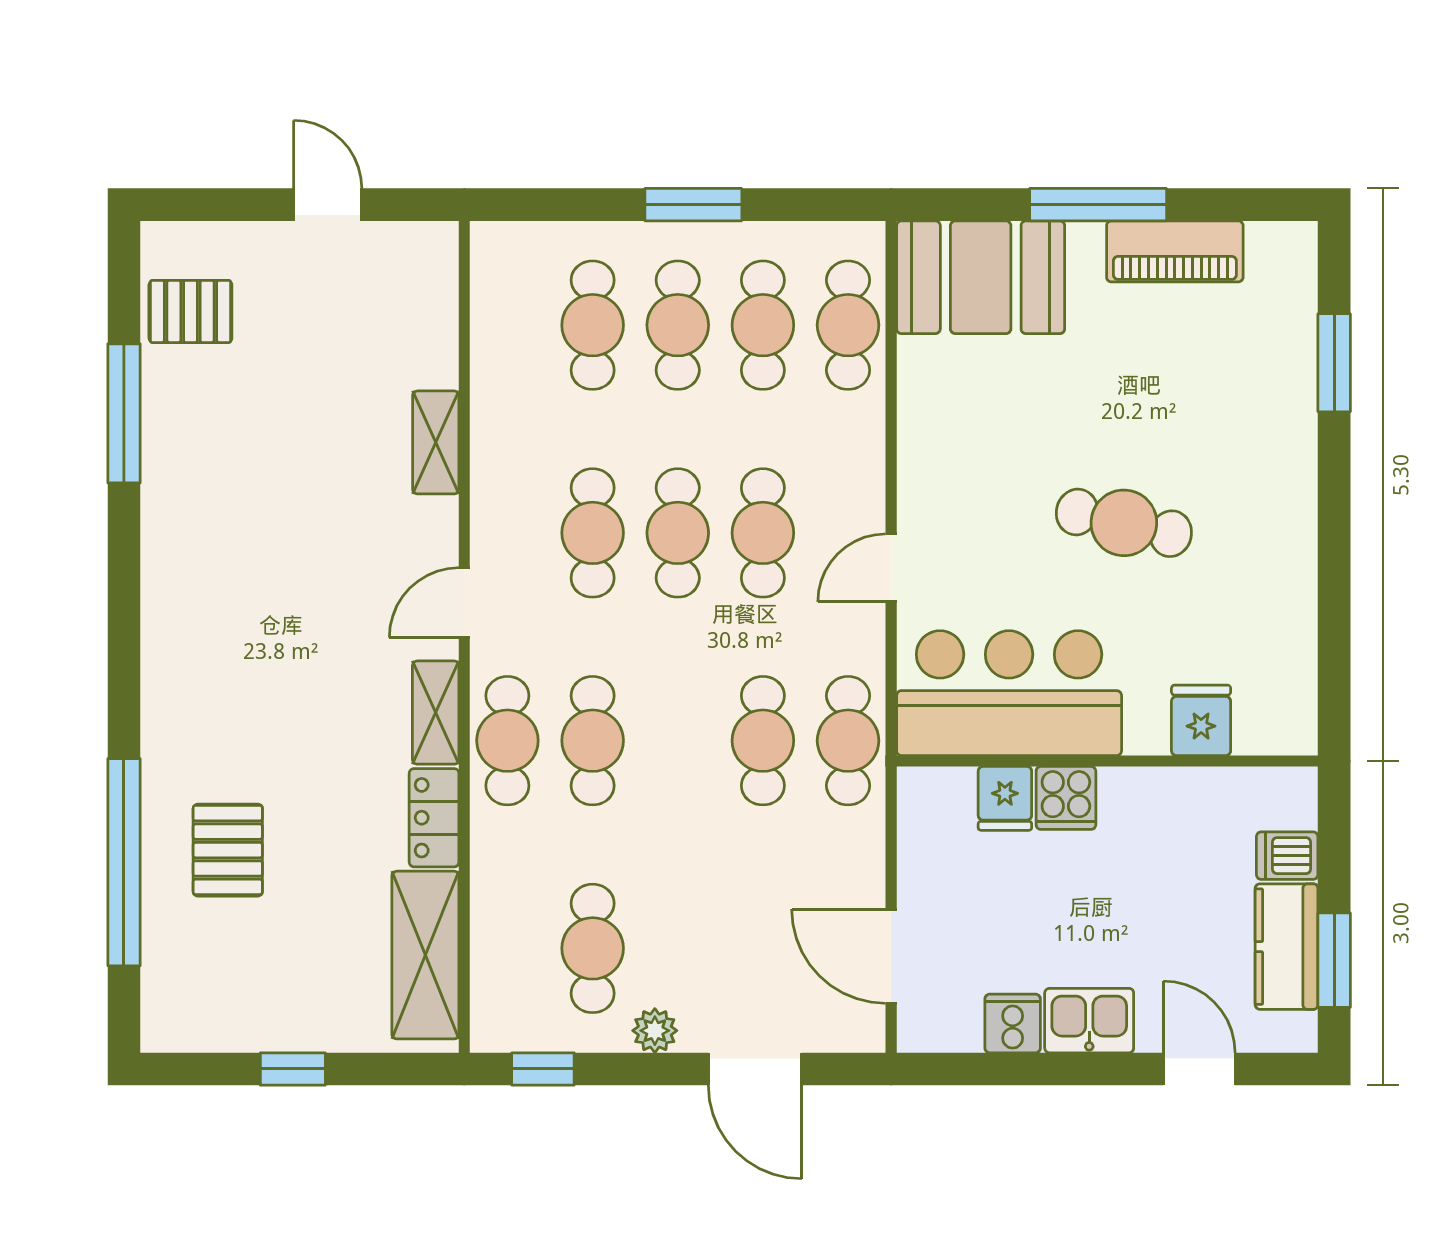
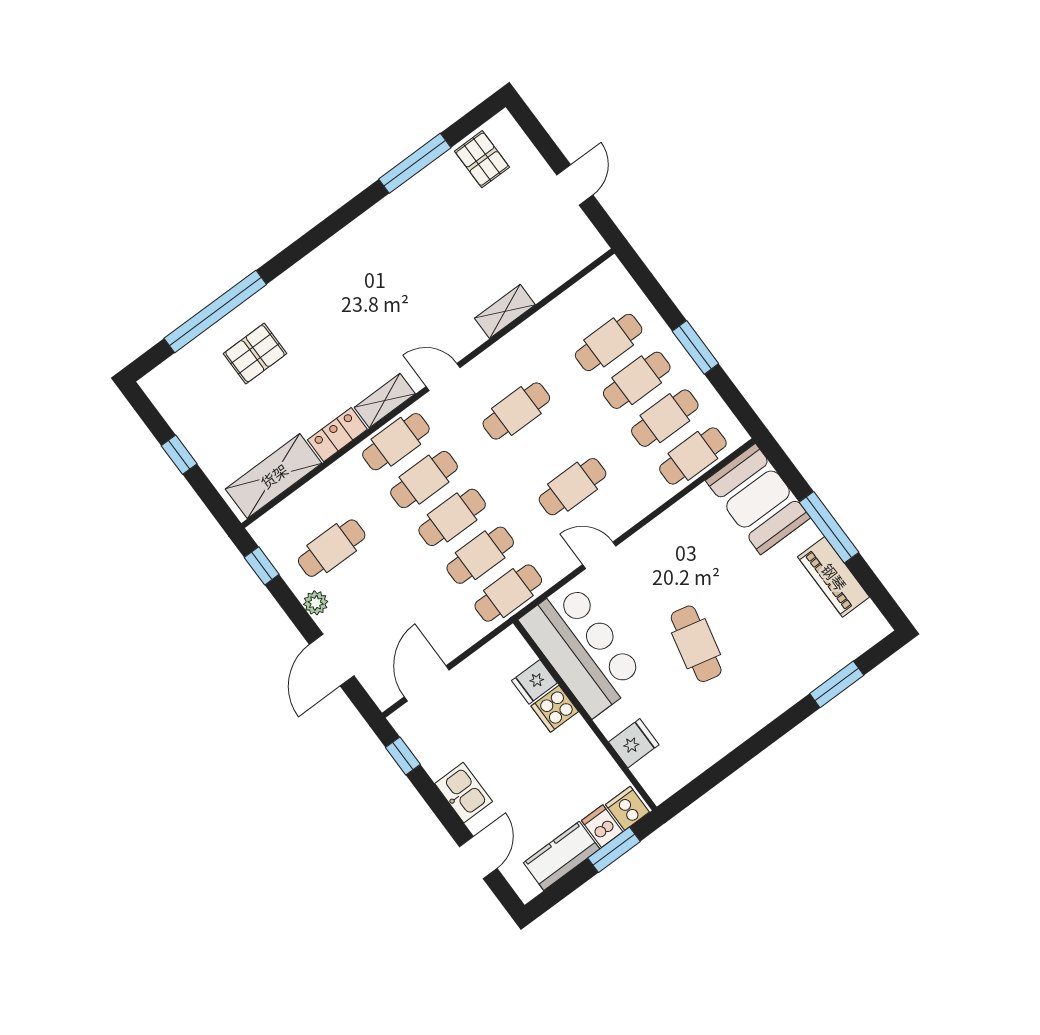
cafe table: (678, 533) -> (452, 517), moved
window: (1334, 960) -> (614, 850), moved
cooker: (1013, 1023) -> (627, 808), moved, turned -90
window: (971, 1069) -> (403, 756), added

